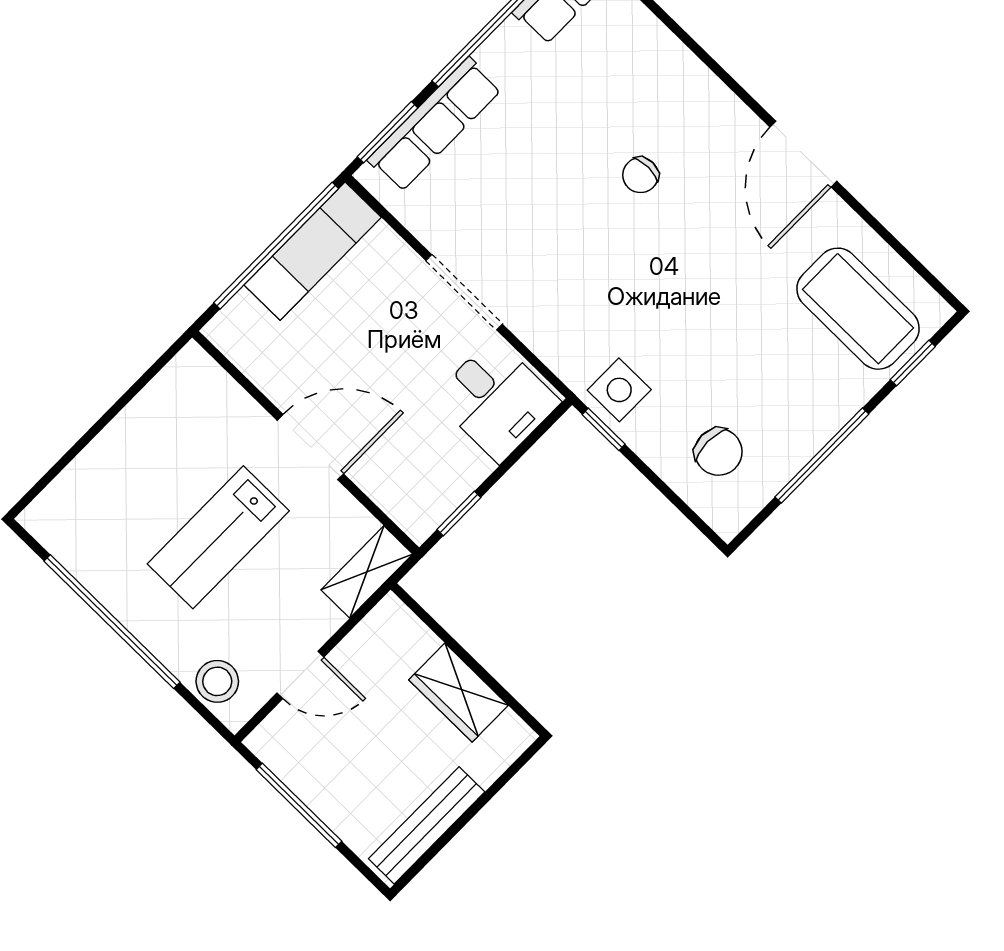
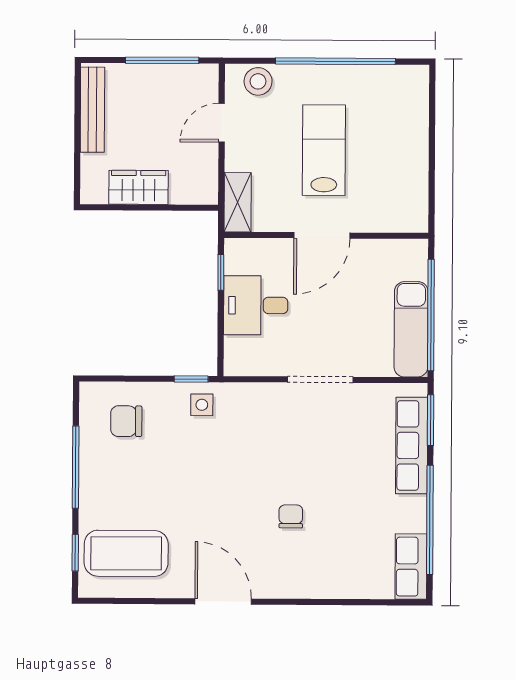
side table: (619, 390) -> (202, 405), width x0.73, depth x0.73
desk: (496, 400) -> (256, 305), moved

